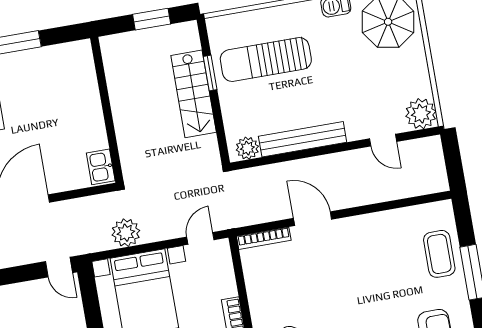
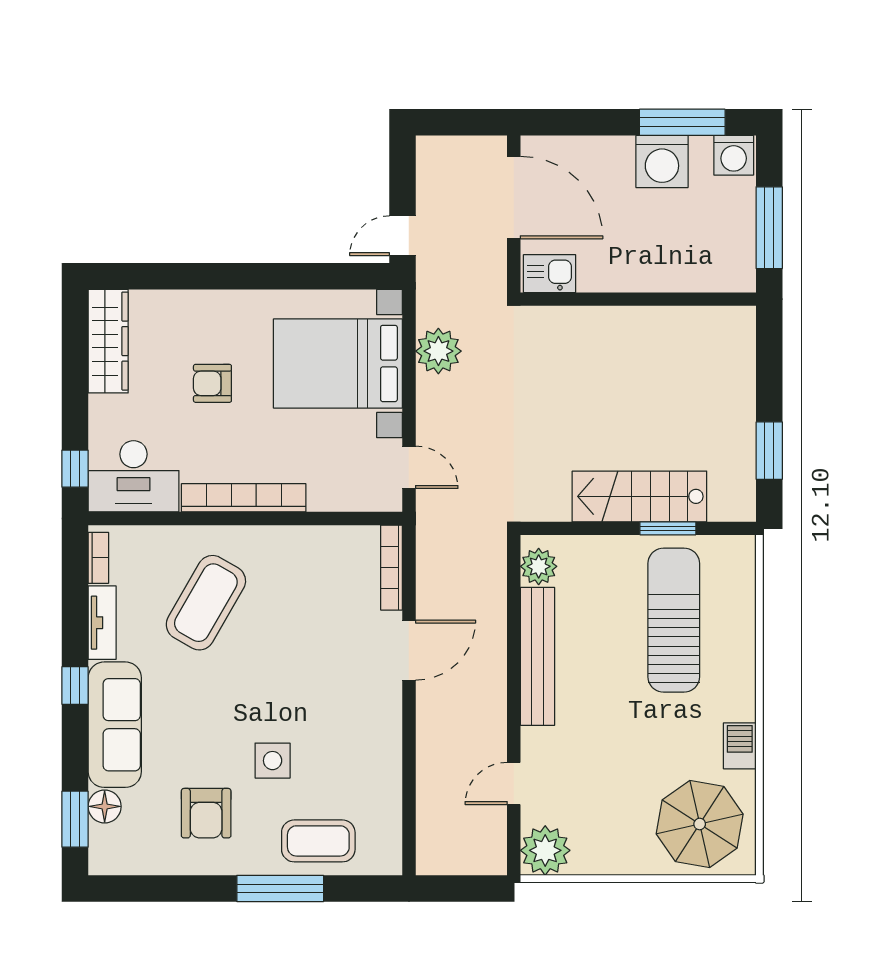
wall: (107, 110) -> (638, 299), moved
kitchen sink: (101, 167) -> (550, 274), moved
side table: (395, 291) -> (273, 761), added

